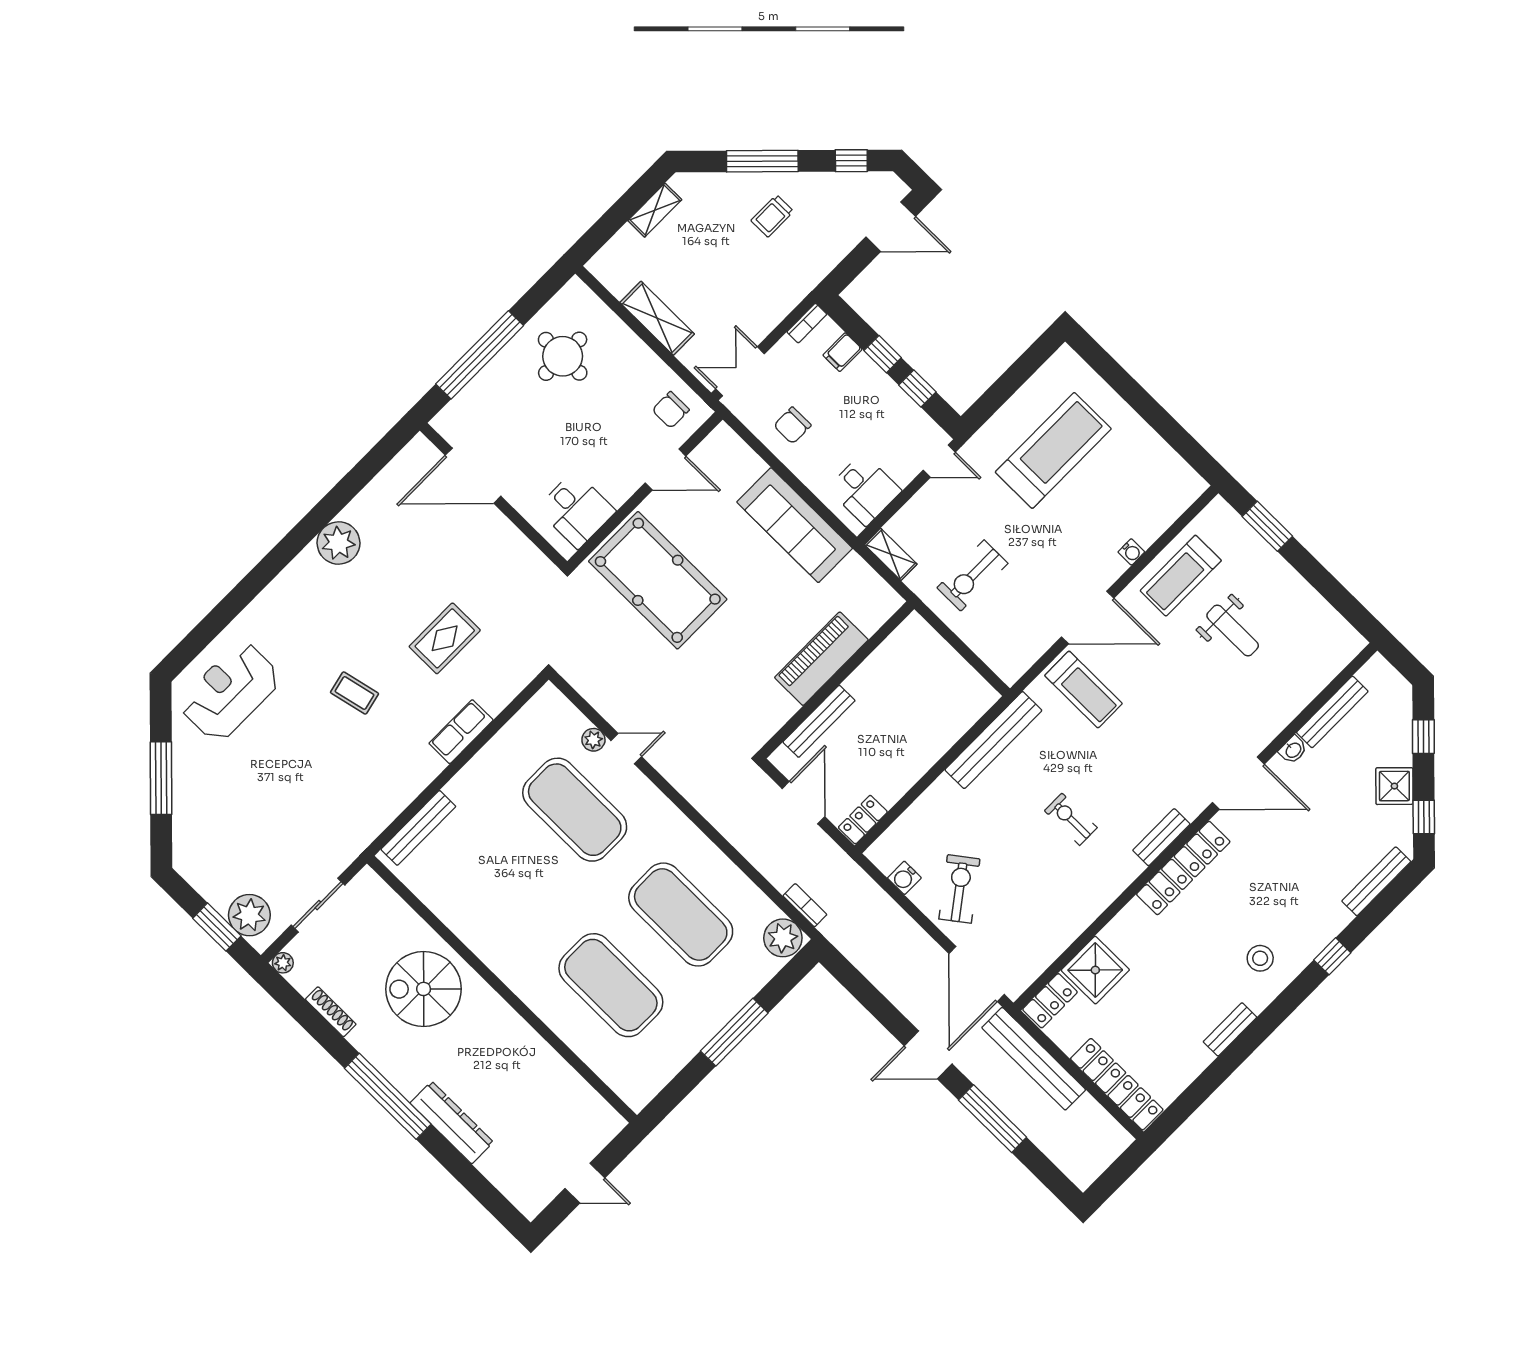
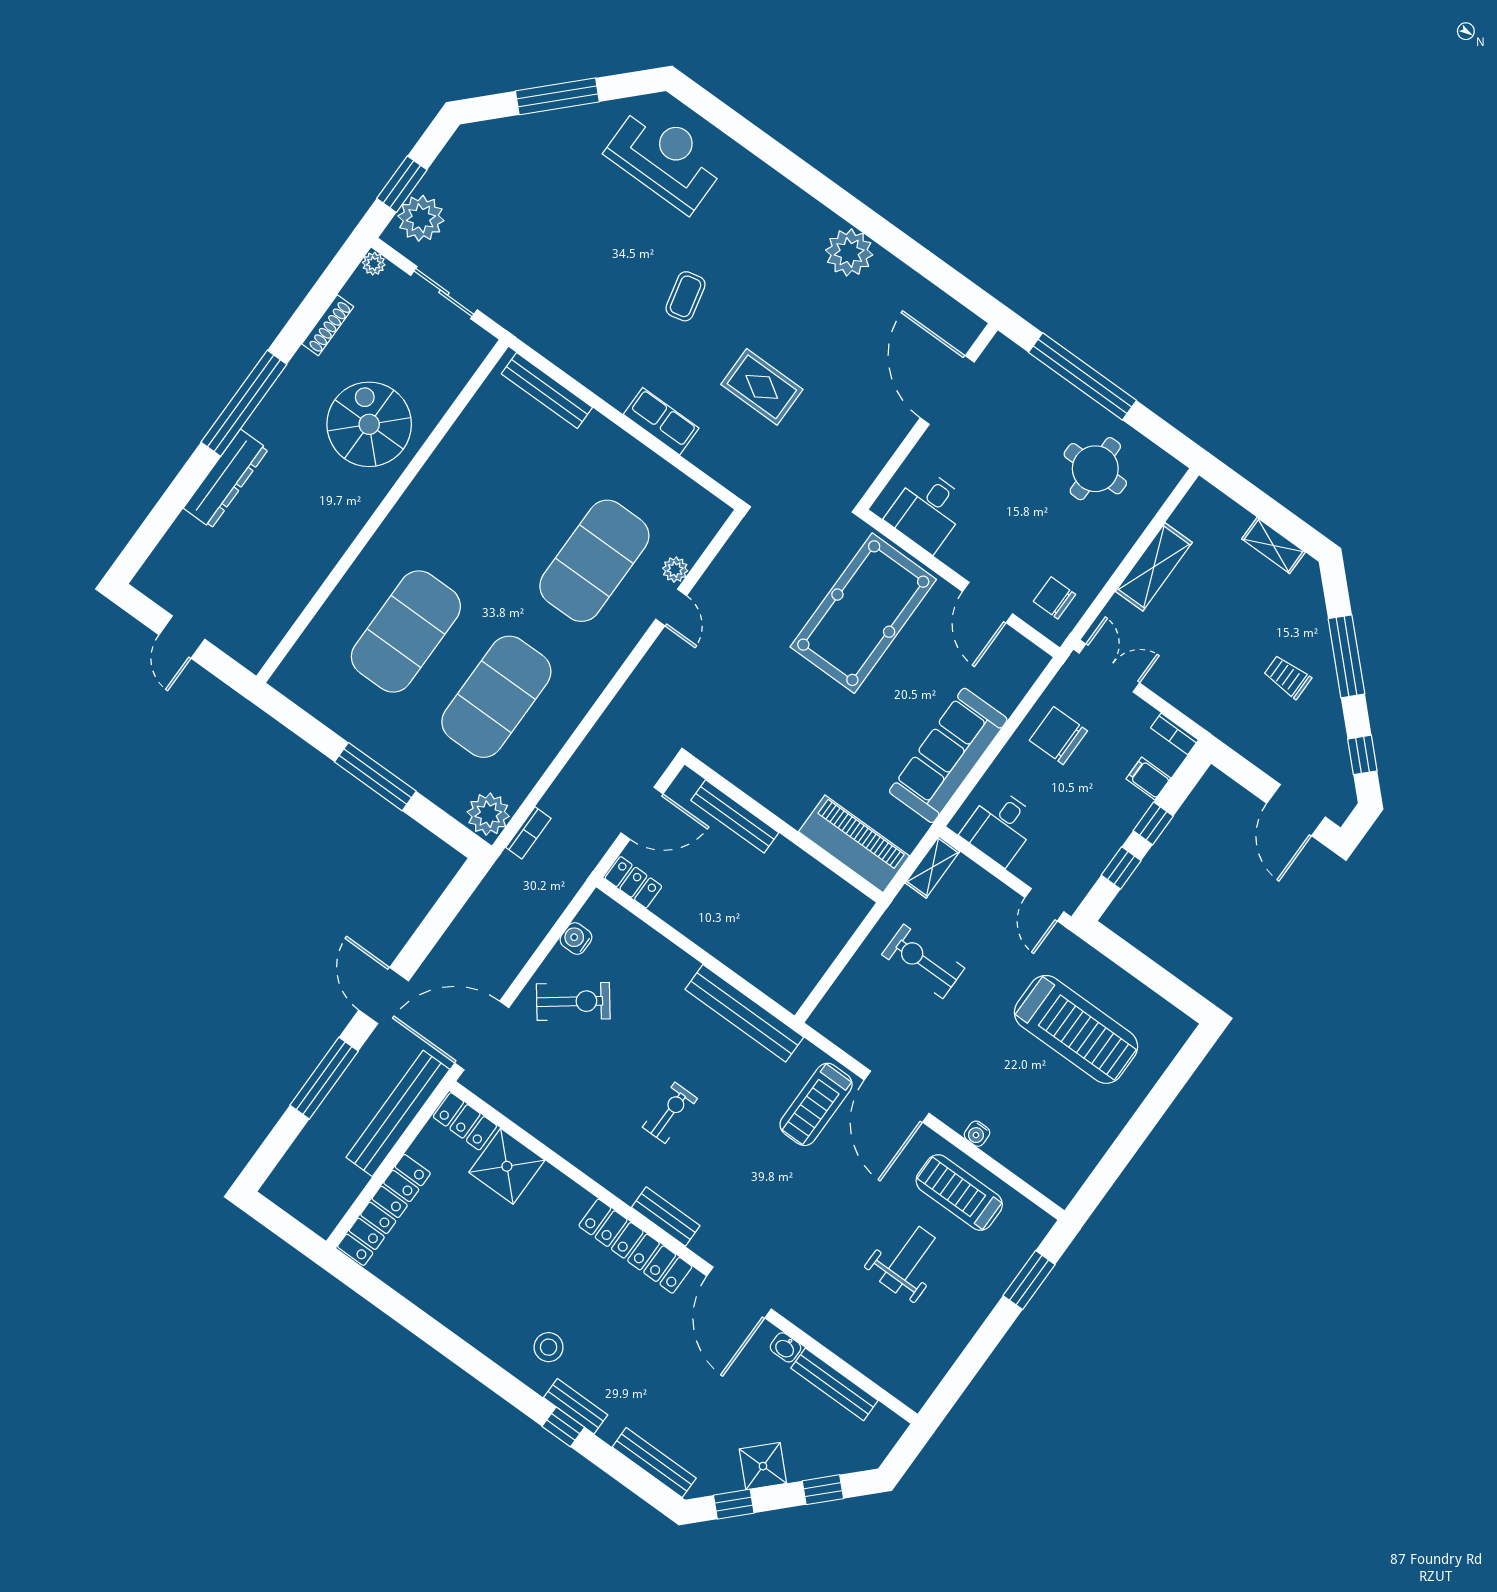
chair: (792, 425) -> (1058, 736), width x1.37, depth x1.37
weight bench: (1233, 631) -> (907, 1260), turned 180
piano: (821, 659) -> (854, 844), moved
bench: (1230, 1029) -> (576, 1406), moved

